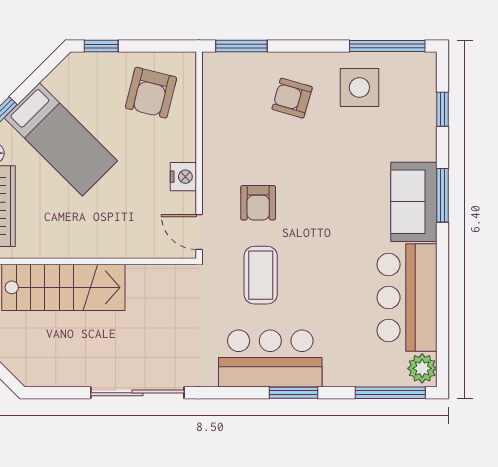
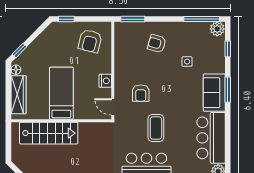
plant: (420, 67) -> (217, 29), added
side table: (359, 88) -> (187, 62), moved, width x0.54, depth x0.54
bed: (61, 139) -> (61, 93), moved, turned -135
coffee table: (261, 275) -> (156, 128), moved

